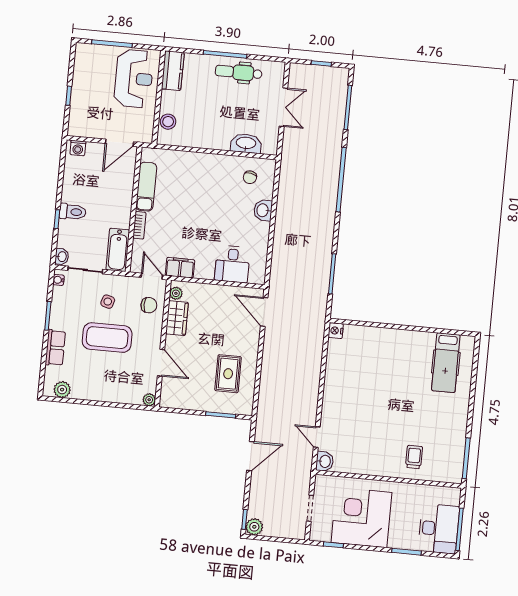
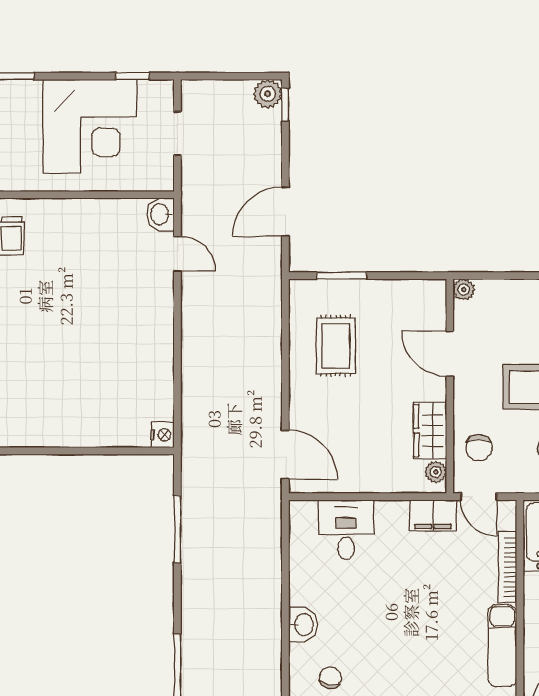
bookcase: (139, 225) -> (508, 567), width x1.56
chair: (149, 305) -> (479, 448), turned -90

